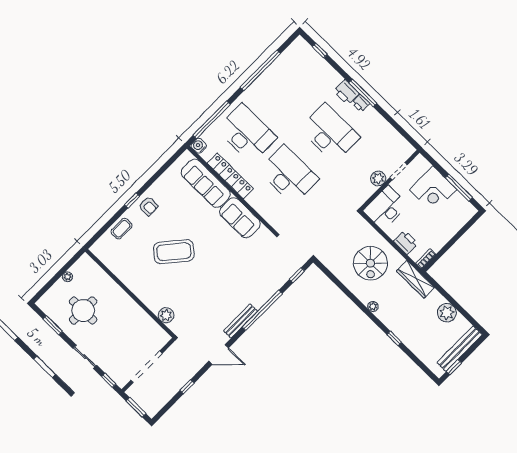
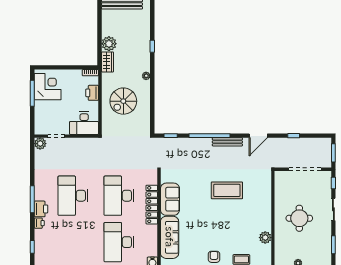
printer: (361, 103) -> (39, 223), moved
locker: (230, 176) -> (152, 205), moved
plant: (378, 178) -> (40, 144), moved
corner desk: (433, 190) -> (48, 87), moved
coffee table: (174, 252) -> (227, 190), moved, turned -40
spiral stairs: (370, 263) -> (123, 101), turned 180
wardrobe: (415, 279) -> (108, 62), width x0.67
round table: (83, 310) -> (299, 218), moved
plant: (447, 313) -> (109, 44), moved
plant: (166, 315) -> (265, 238), moved
door: (219, 355) -> (258, 136), swing flipped

